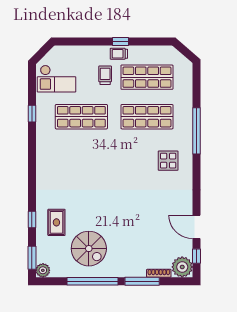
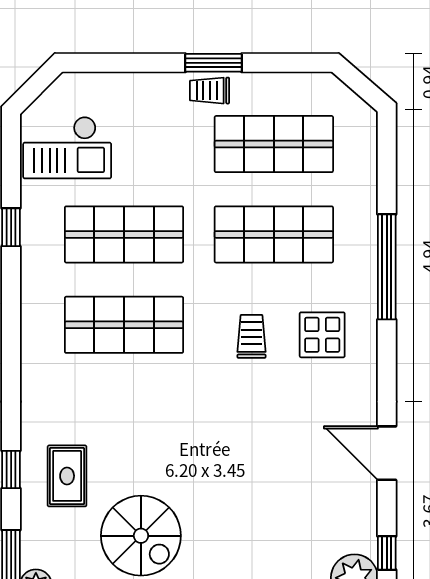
window: (121, 42) -> (213, 63), width x1.50
trolley: (105, 75) -> (252, 336), moved
shop shelf: (81, 156) -> (124, 325), added
door: (196, 227) -> (387, 453), moved

